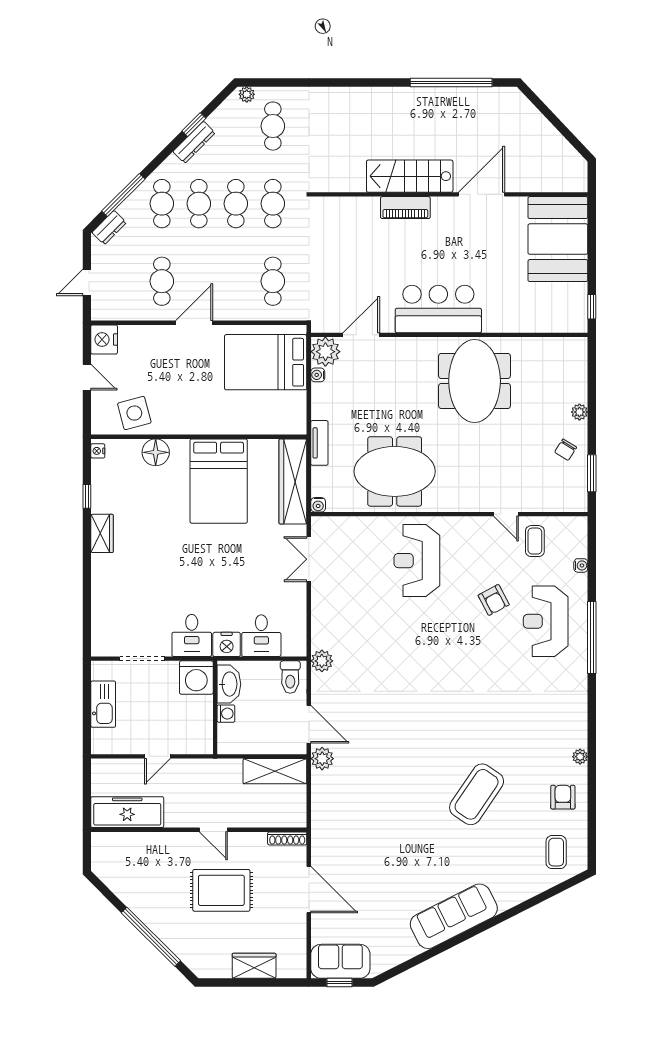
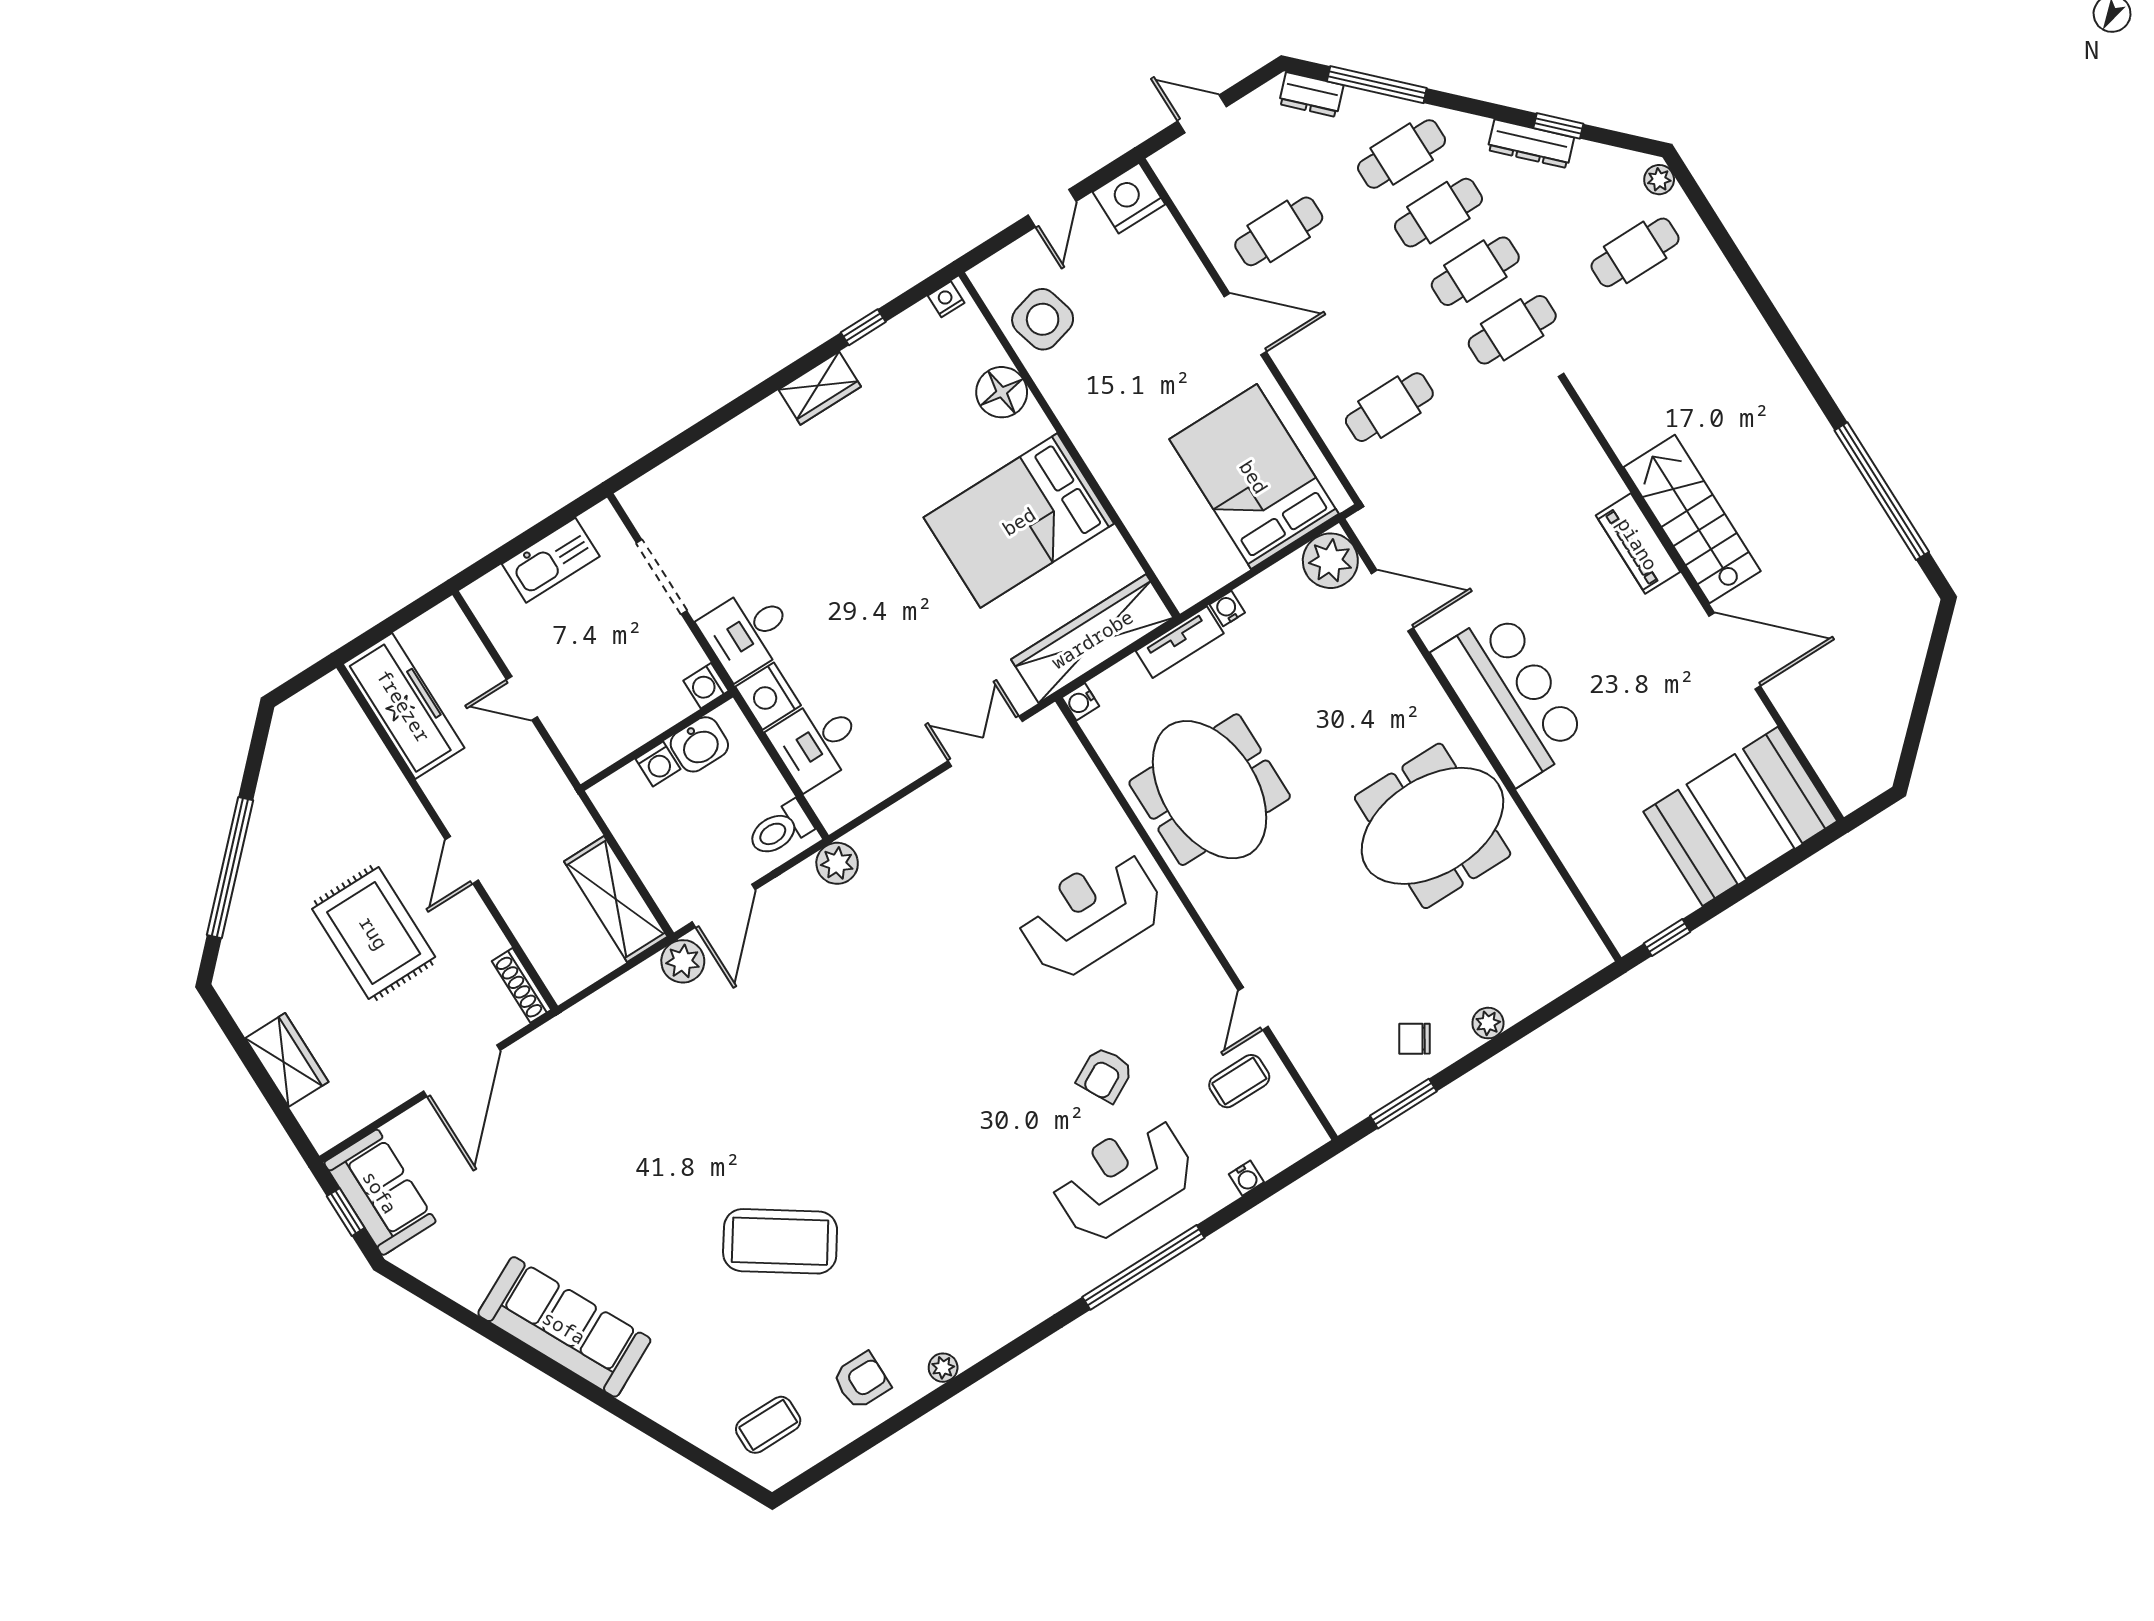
water cooler: (318, 375) -> (1227, 609), moved
washing machine: (196, 678) -> (706, 686), width x0.53, depth x0.53
washbasin: (229, 684) -> (699, 744), width x0.72

